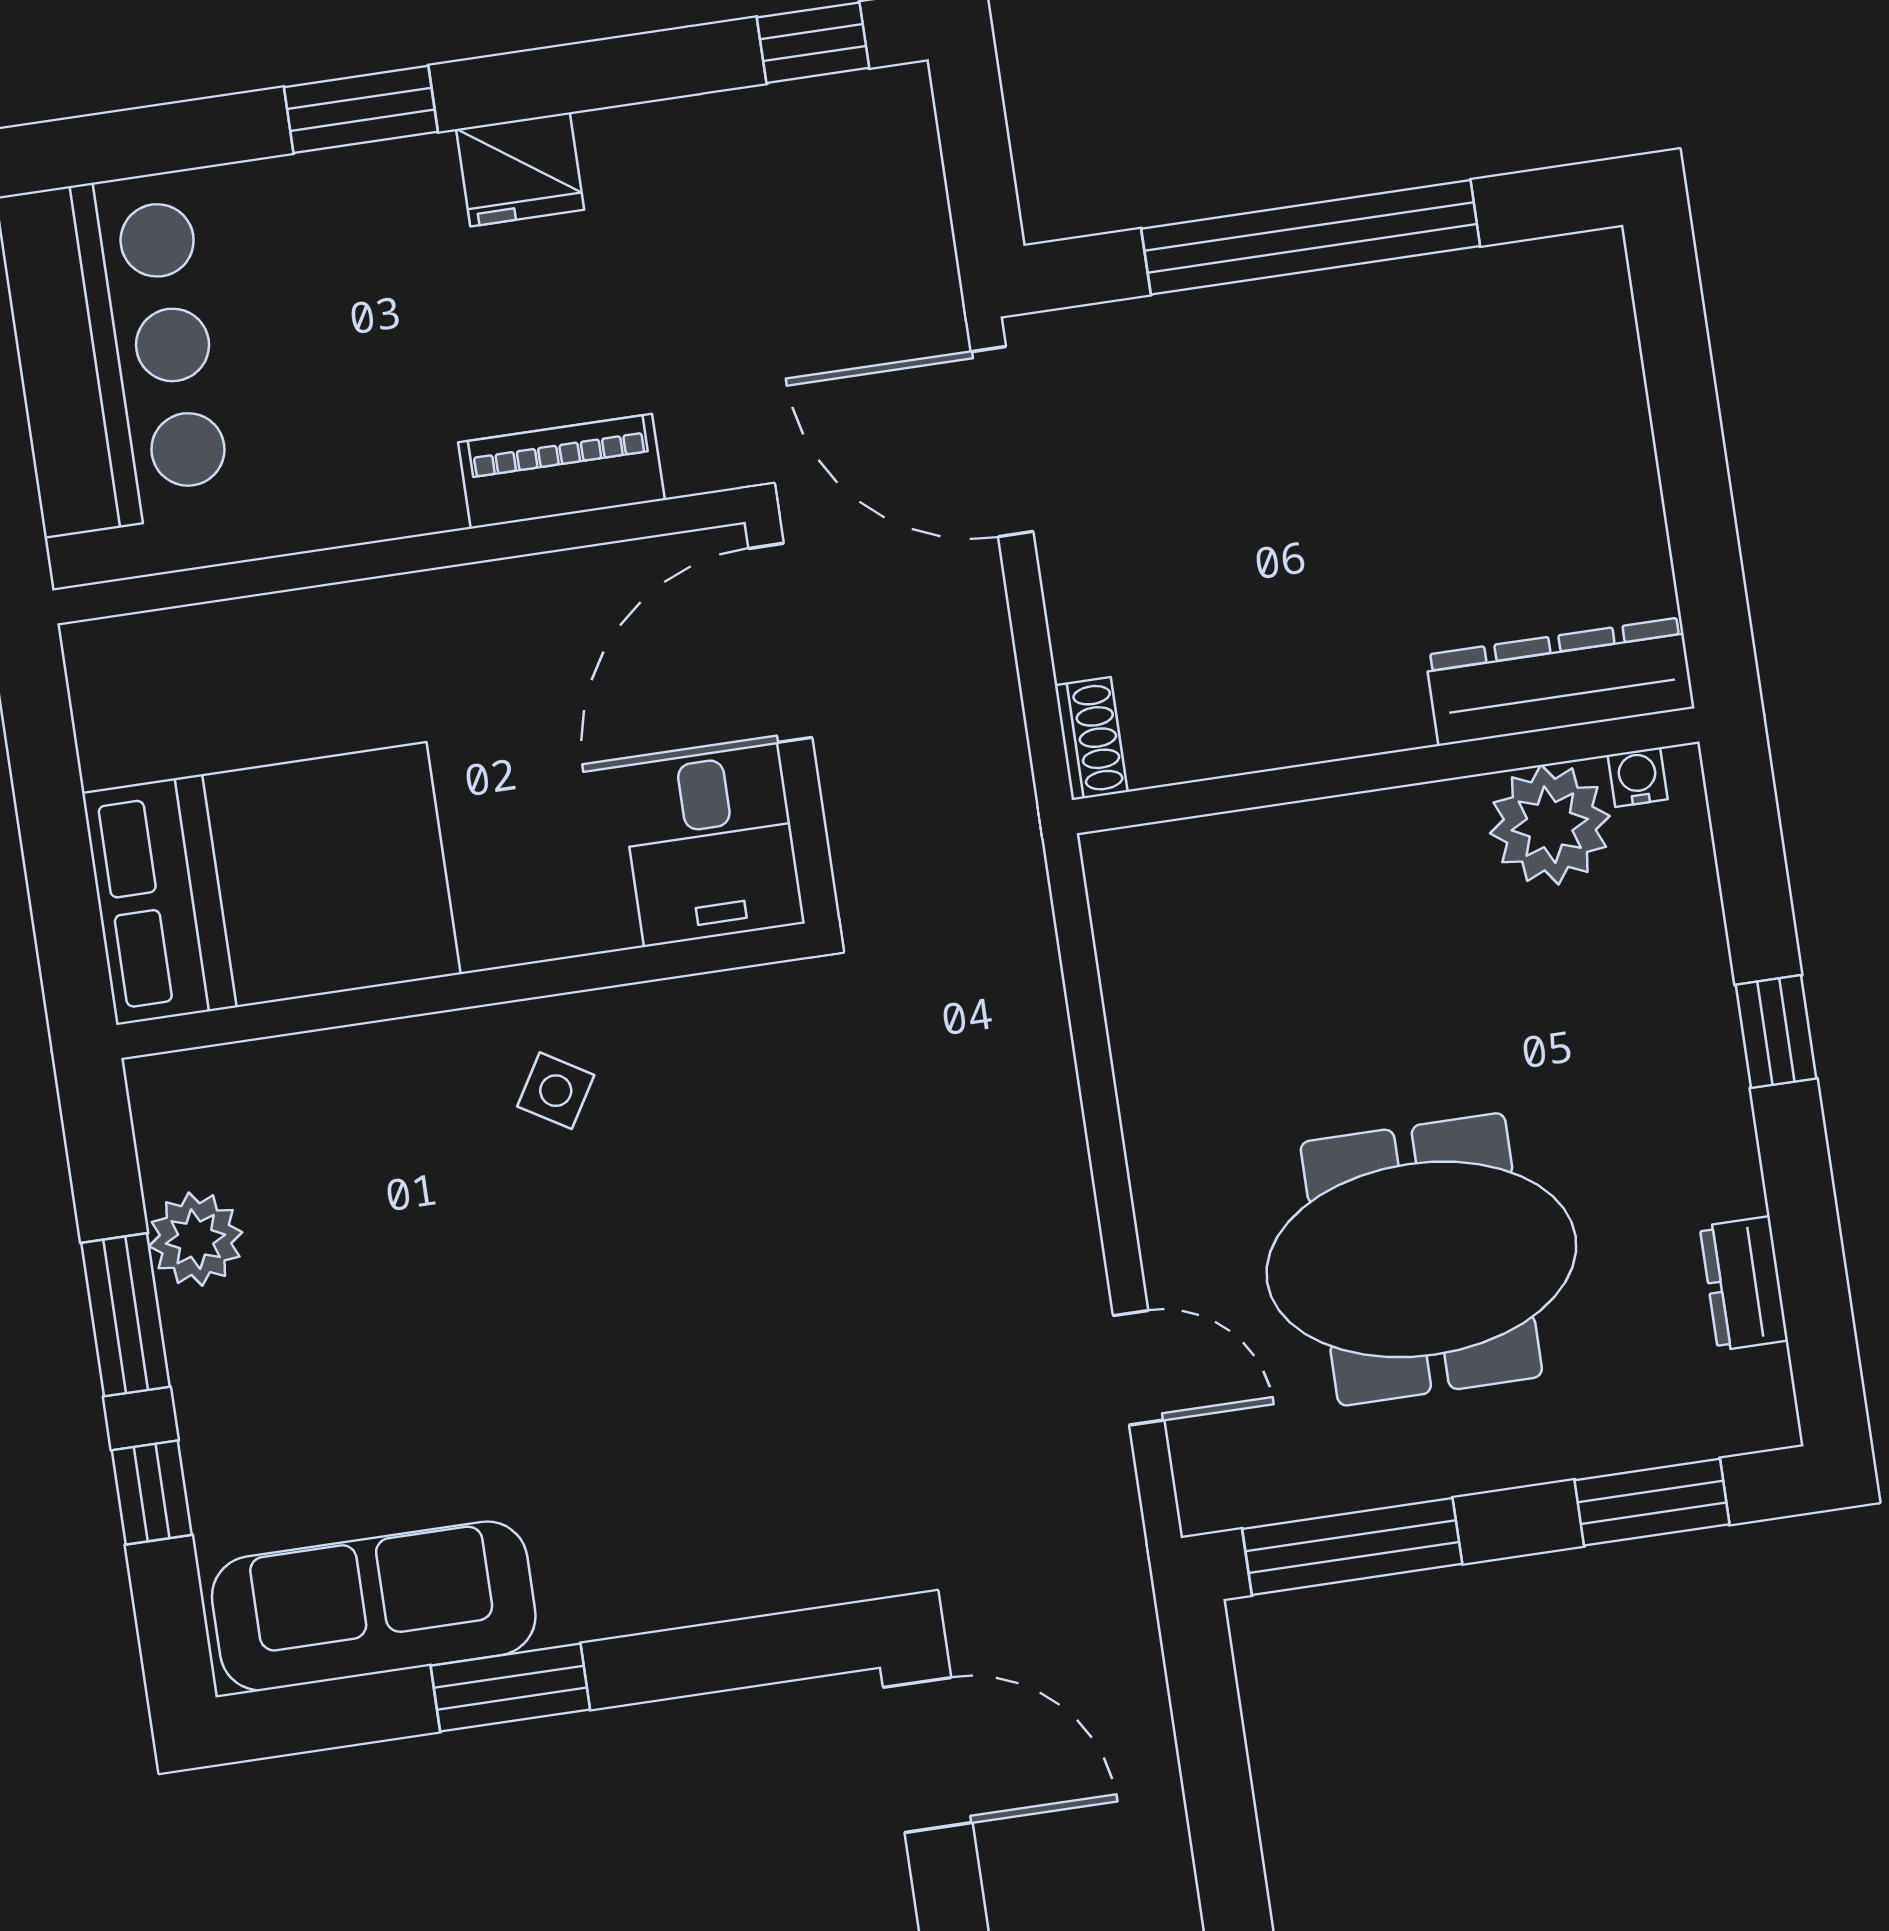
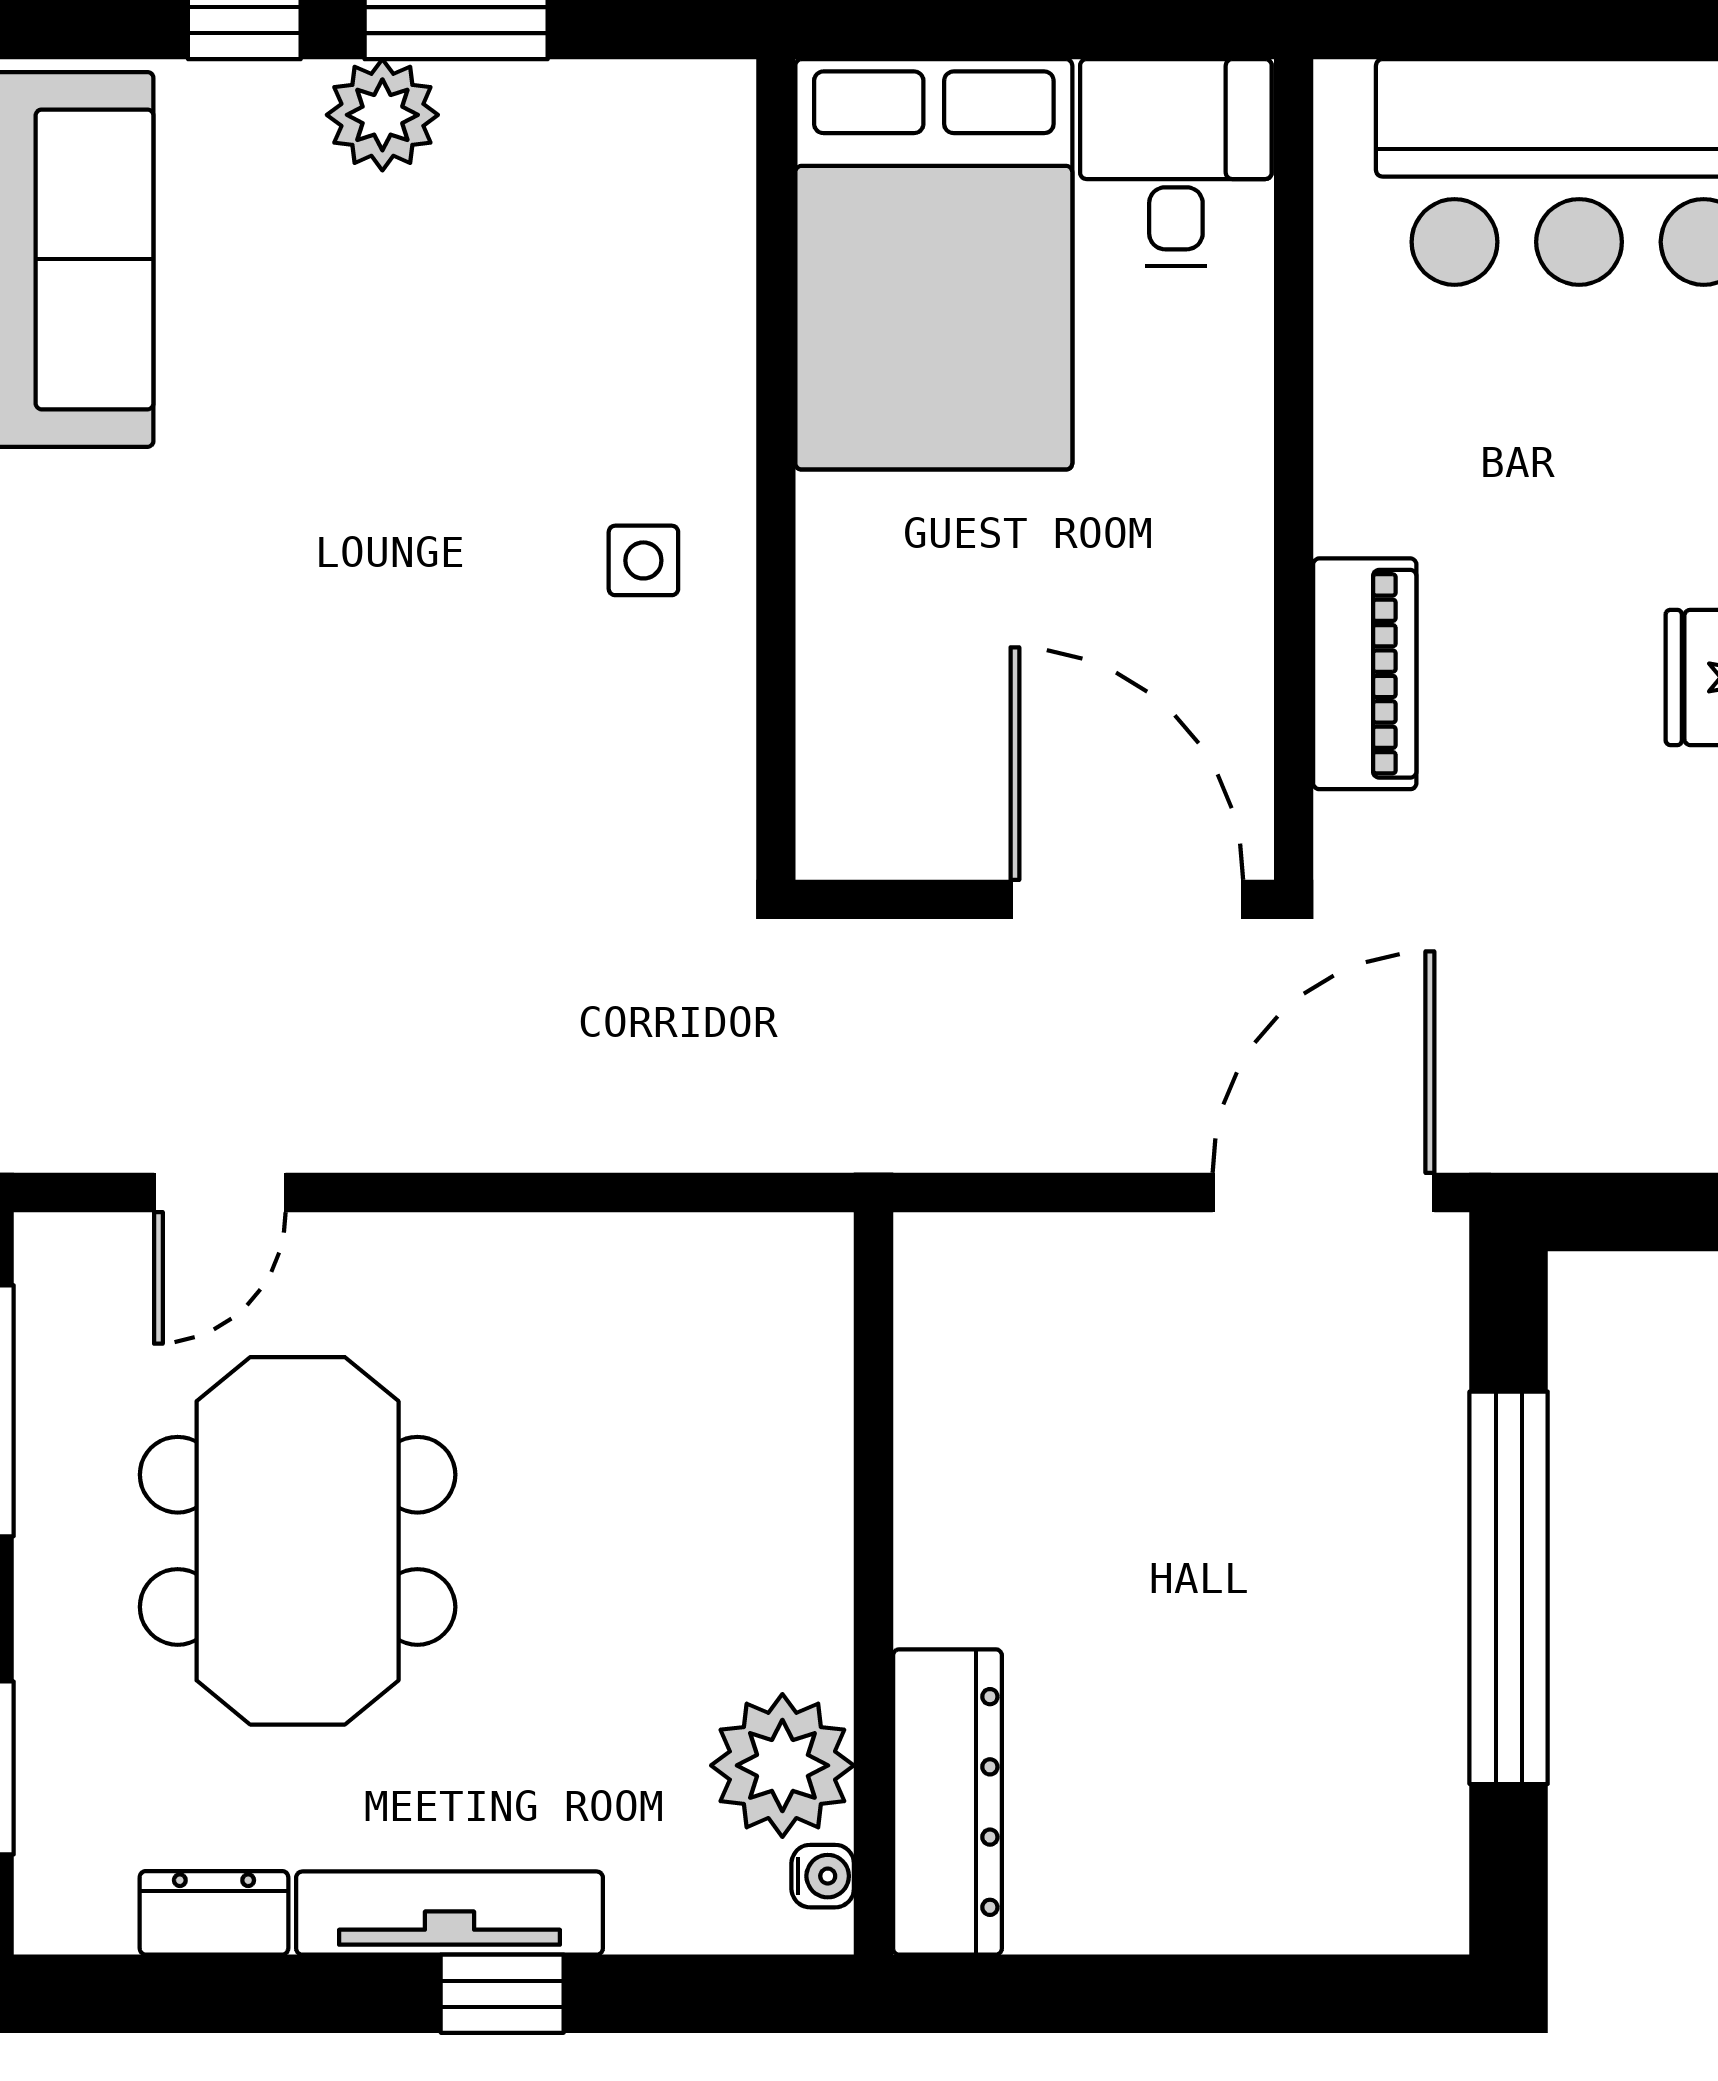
shoe rack: (1091, 739) -> (962, 1245), removed
desk: (712, 849) -> (1176, 162), moved, turned 90
tv unit: (1715, 1086) -> (450, 1913), added
side table: (556, 1091) -> (643, 560), turned -31
plant: (196, 1239) -> (382, 115), moved

